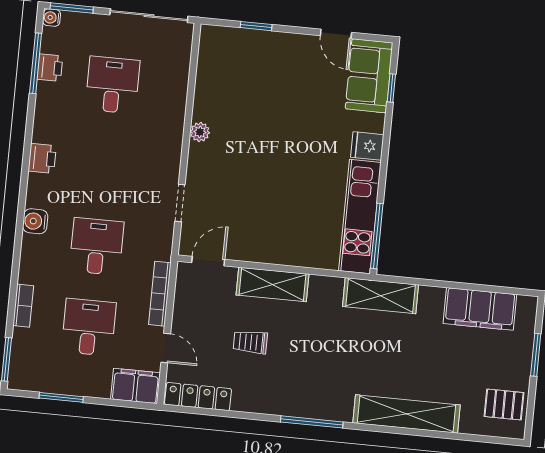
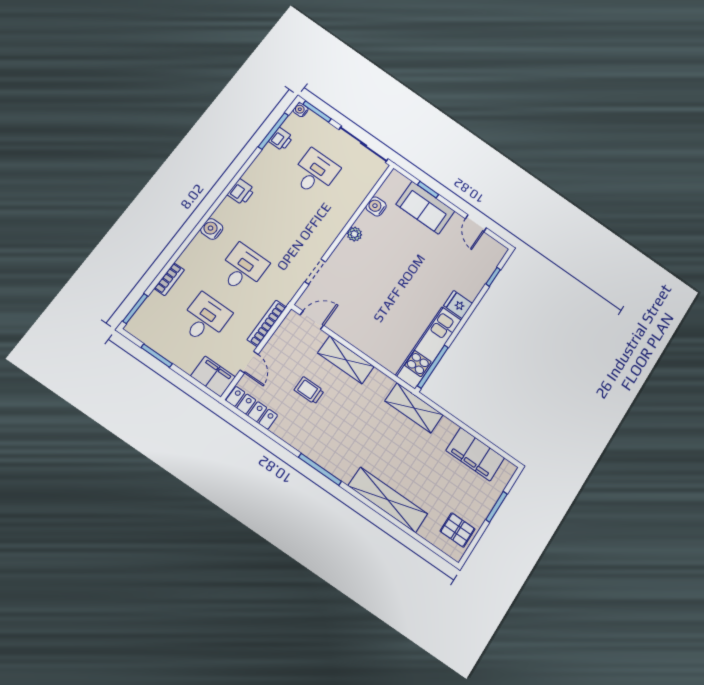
sofa: (369, 76) -> (425, 208), moved, turned -90
water cooler: (206, 84) -> (376, 206), added

